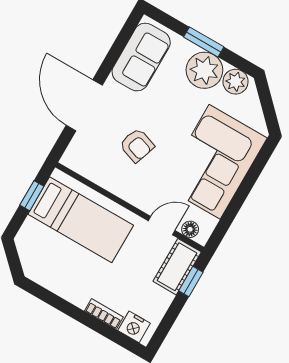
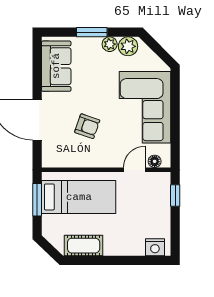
plant: (204, 70) -> (110, 44), width x0.53, depth x0.53
window: (32, 196) -> (37, 200), width x1.50
cot: (177, 267) -> (84, 246), moved, turned 90
bookcase: (104, 314) -> (130, 250), removed

